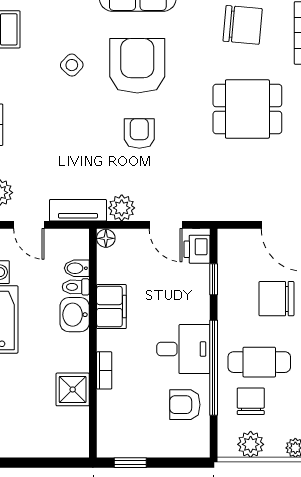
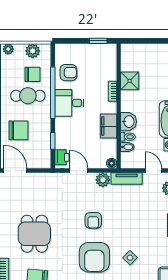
dining table: (247, 109) -> (34, 234), turned 90
chair: (251, 401) -> (33, 74), turned -90

